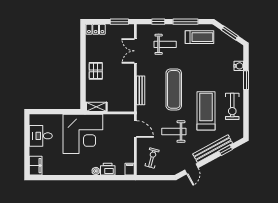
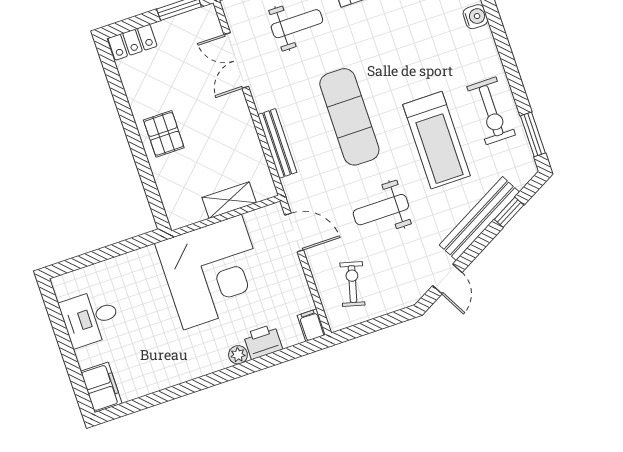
window: (246, 80) -> (533, 134), moved
shelving: (96, 107) -> (229, 200), moved
treadmill: (206, 111) -> (437, 140), turned 180
corner desk: (83, 134) -> (212, 272), moved

